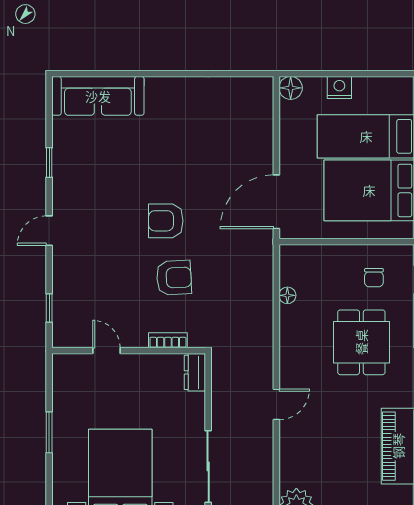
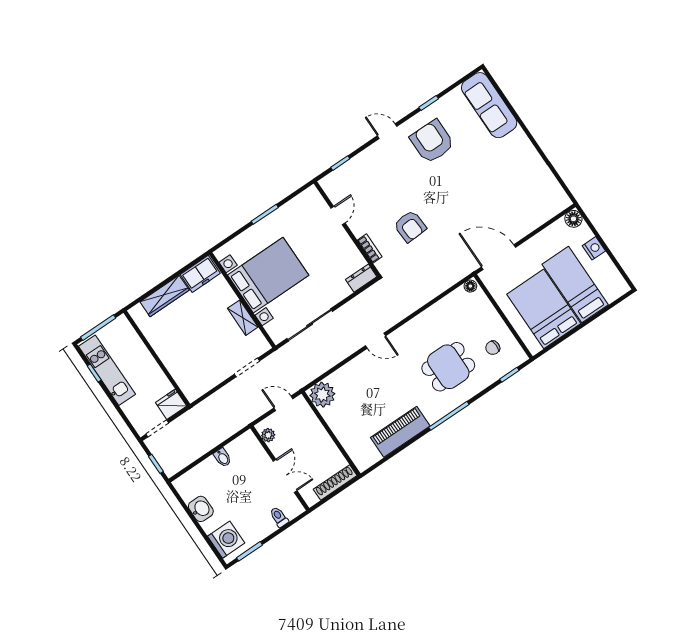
armchair: (166, 221) -> (432, 142), moved, width x1.36, depth x1.36
floor lamp: (287, 295) -> (470, 286), moved

